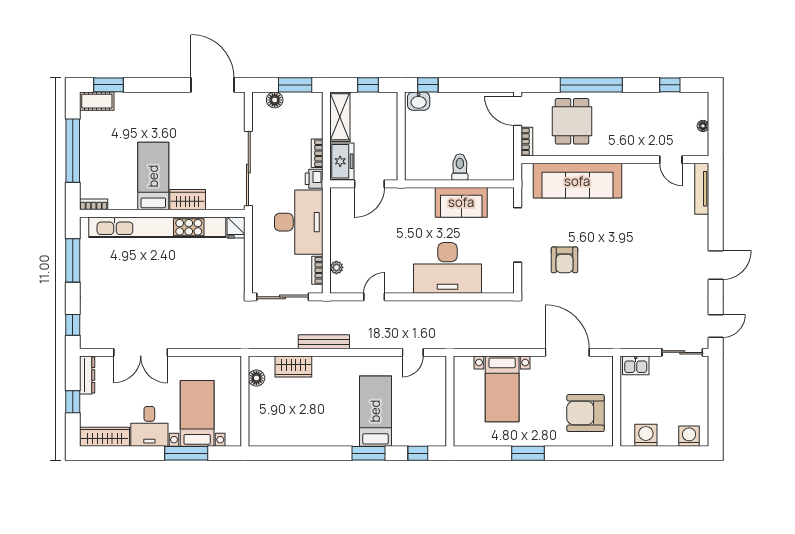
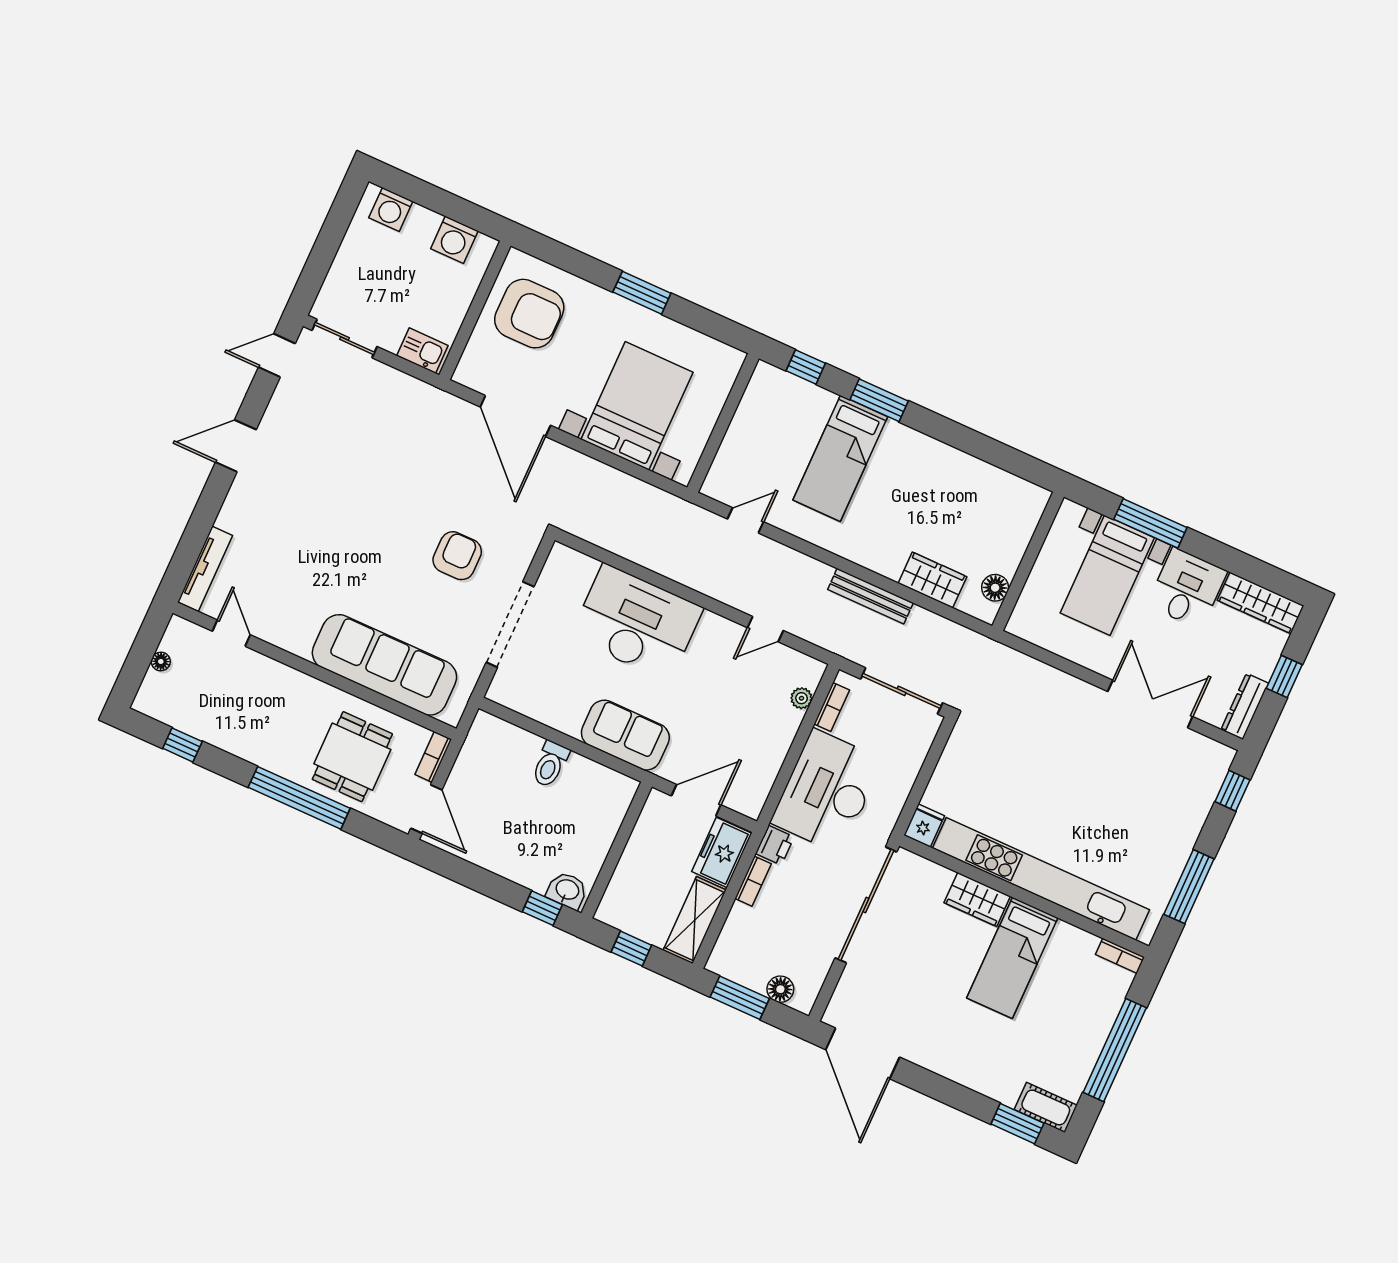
sofa: (461, 202) -> (625, 735), moved
bed with nightstands: (502, 389) -> (637, 406), width x1.36

